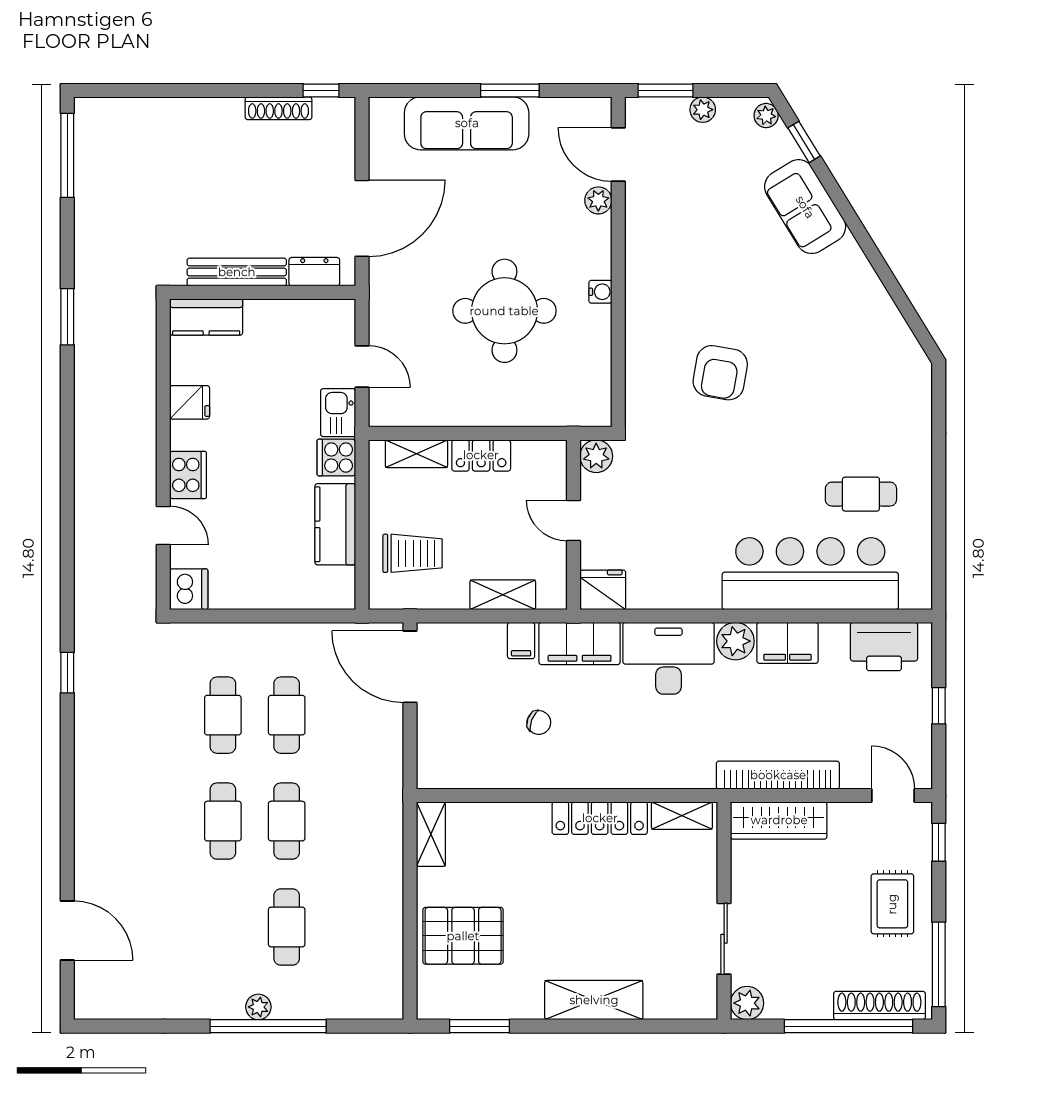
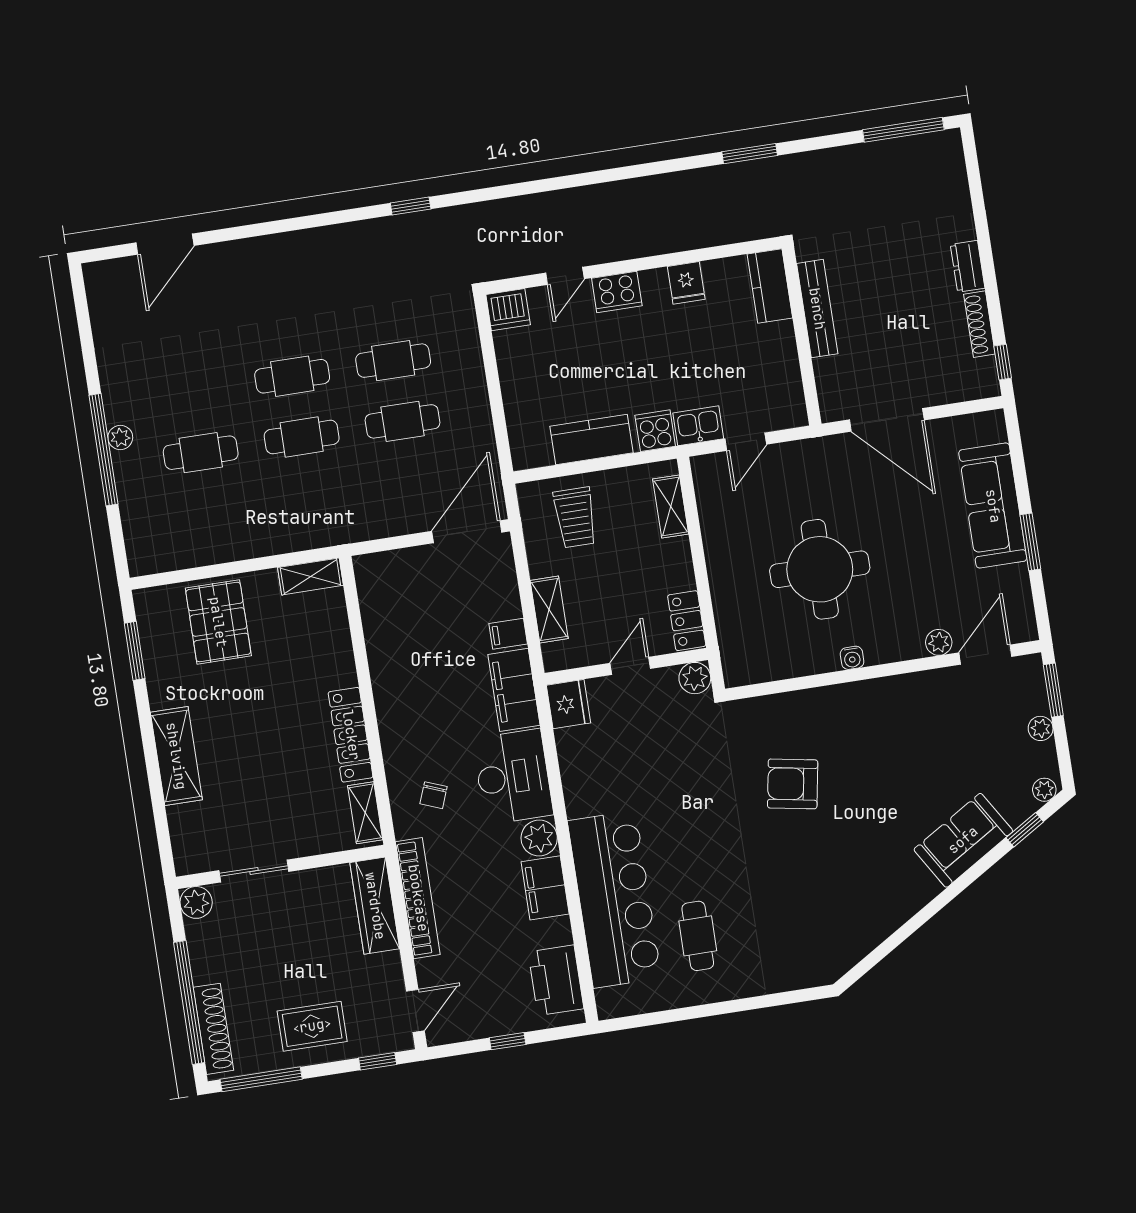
dresser: (314, 272) -> (968, 266), moved, turned 180
locker: (481, 455) -> (687, 621), moved
chair: (539, 723) -> (434, 795), moved

